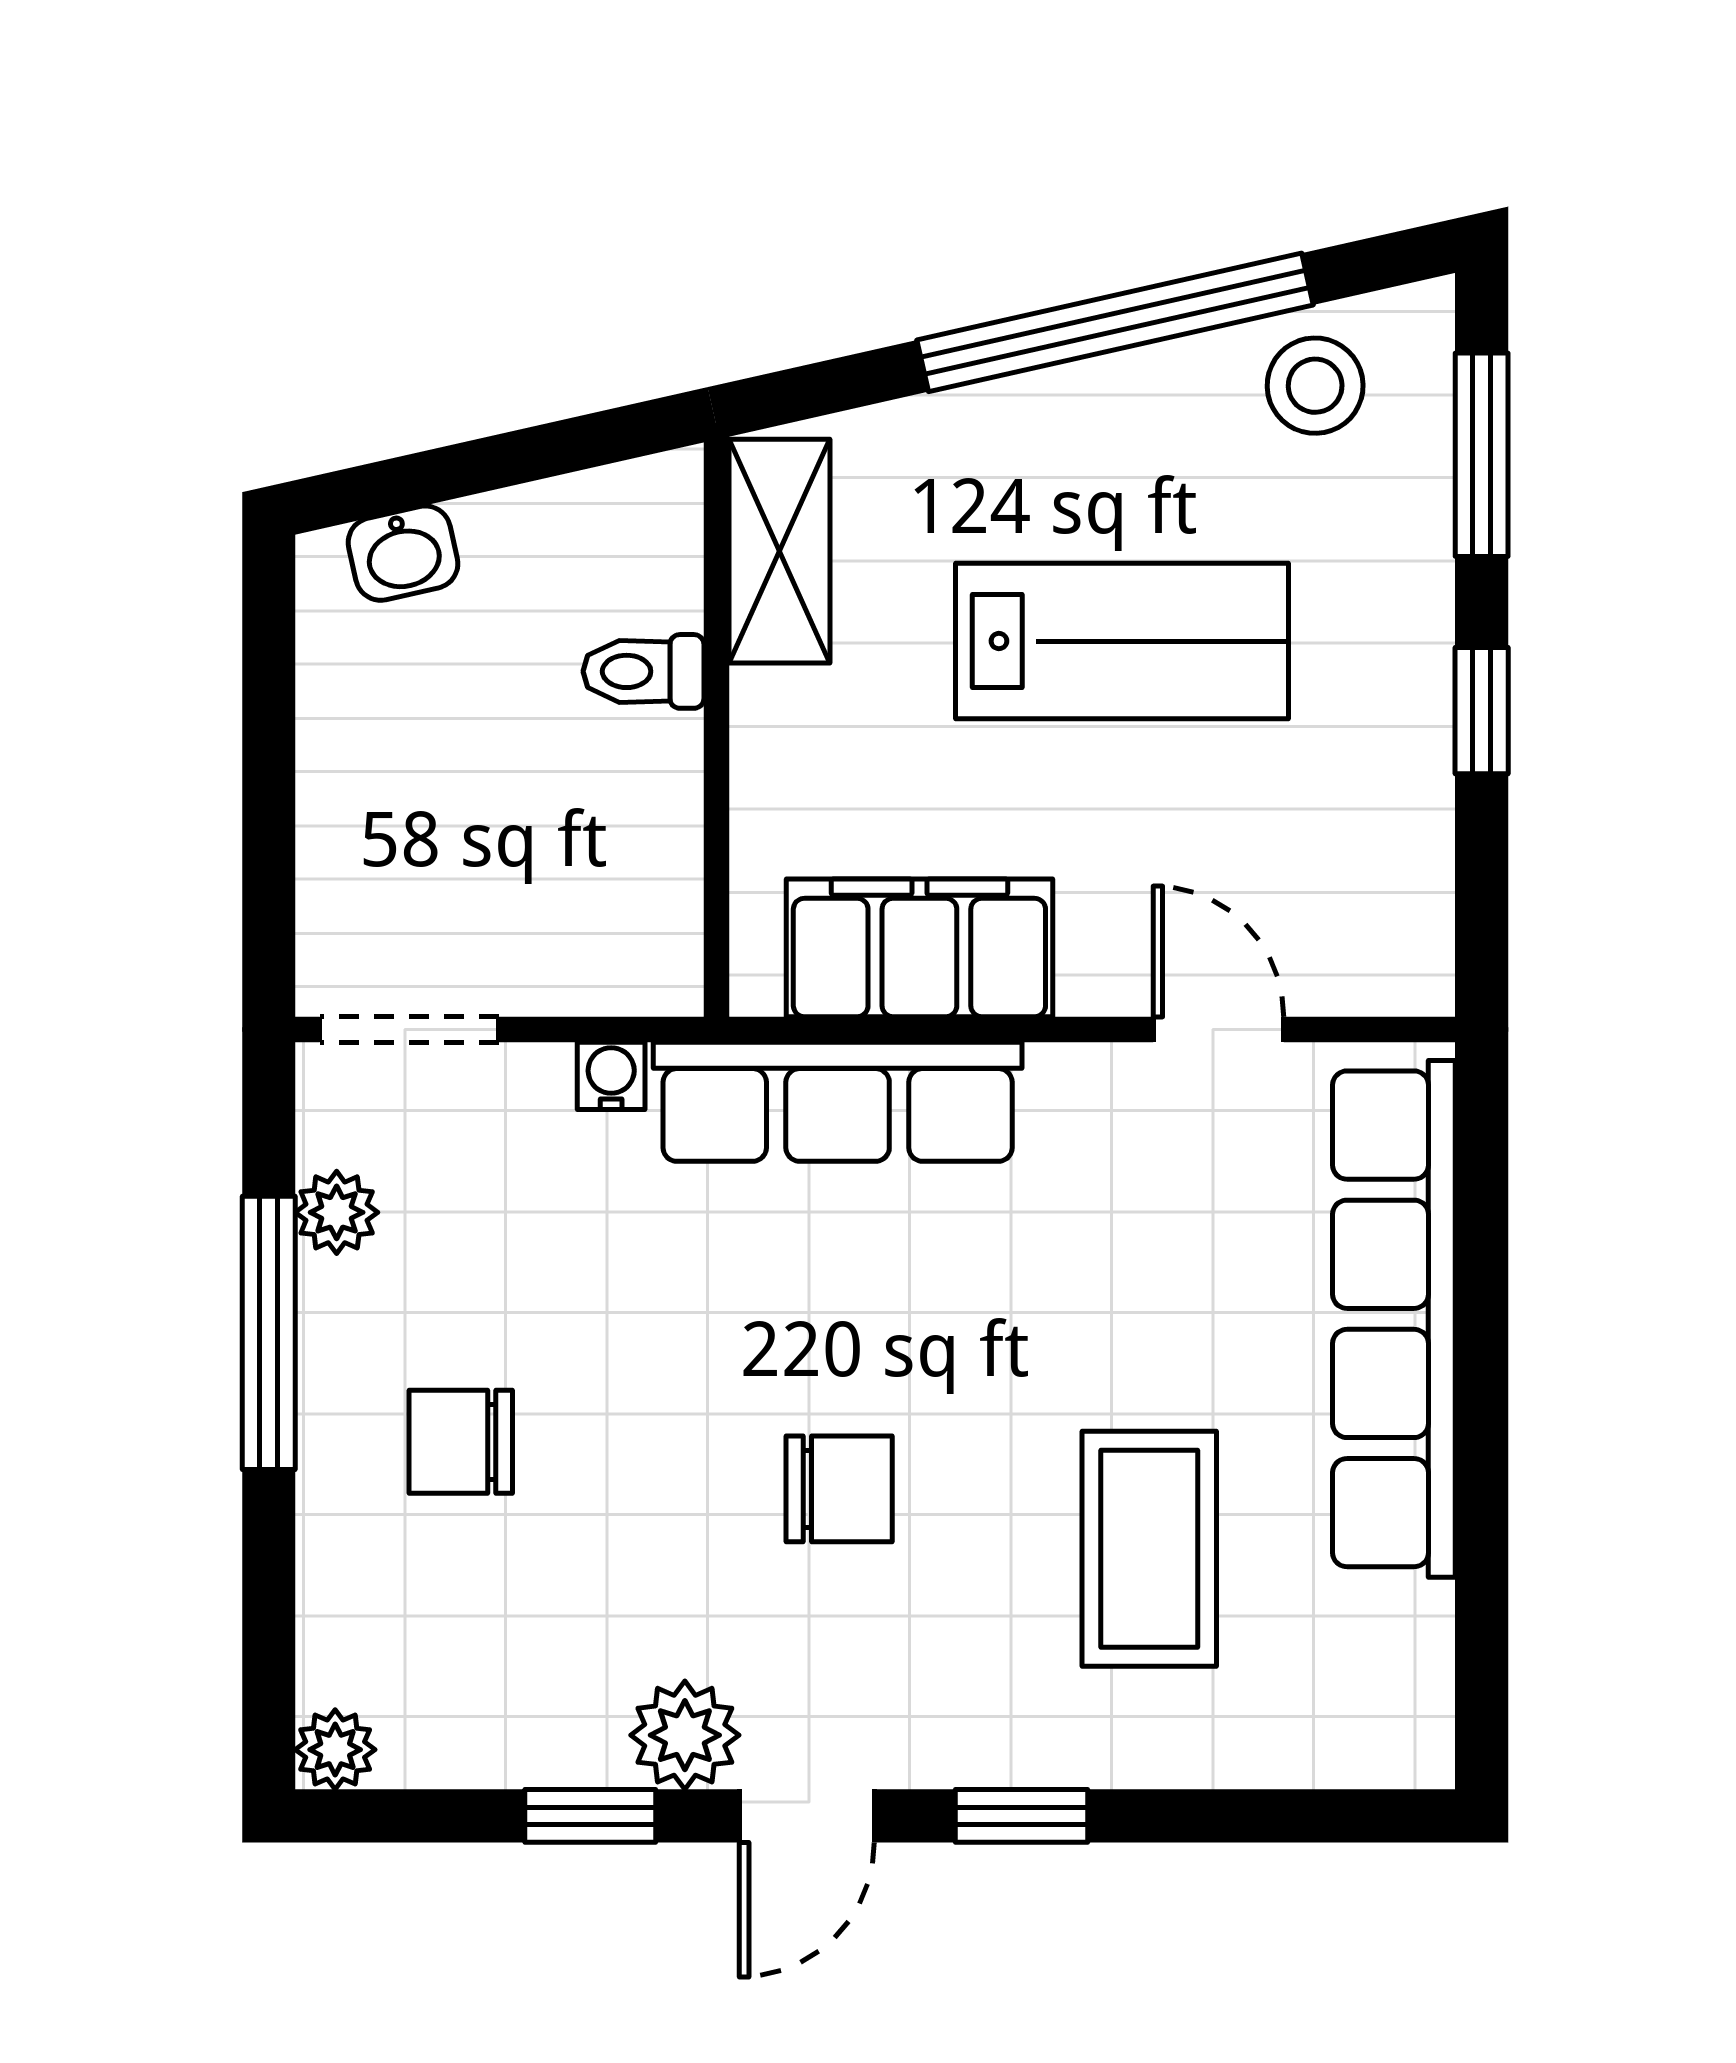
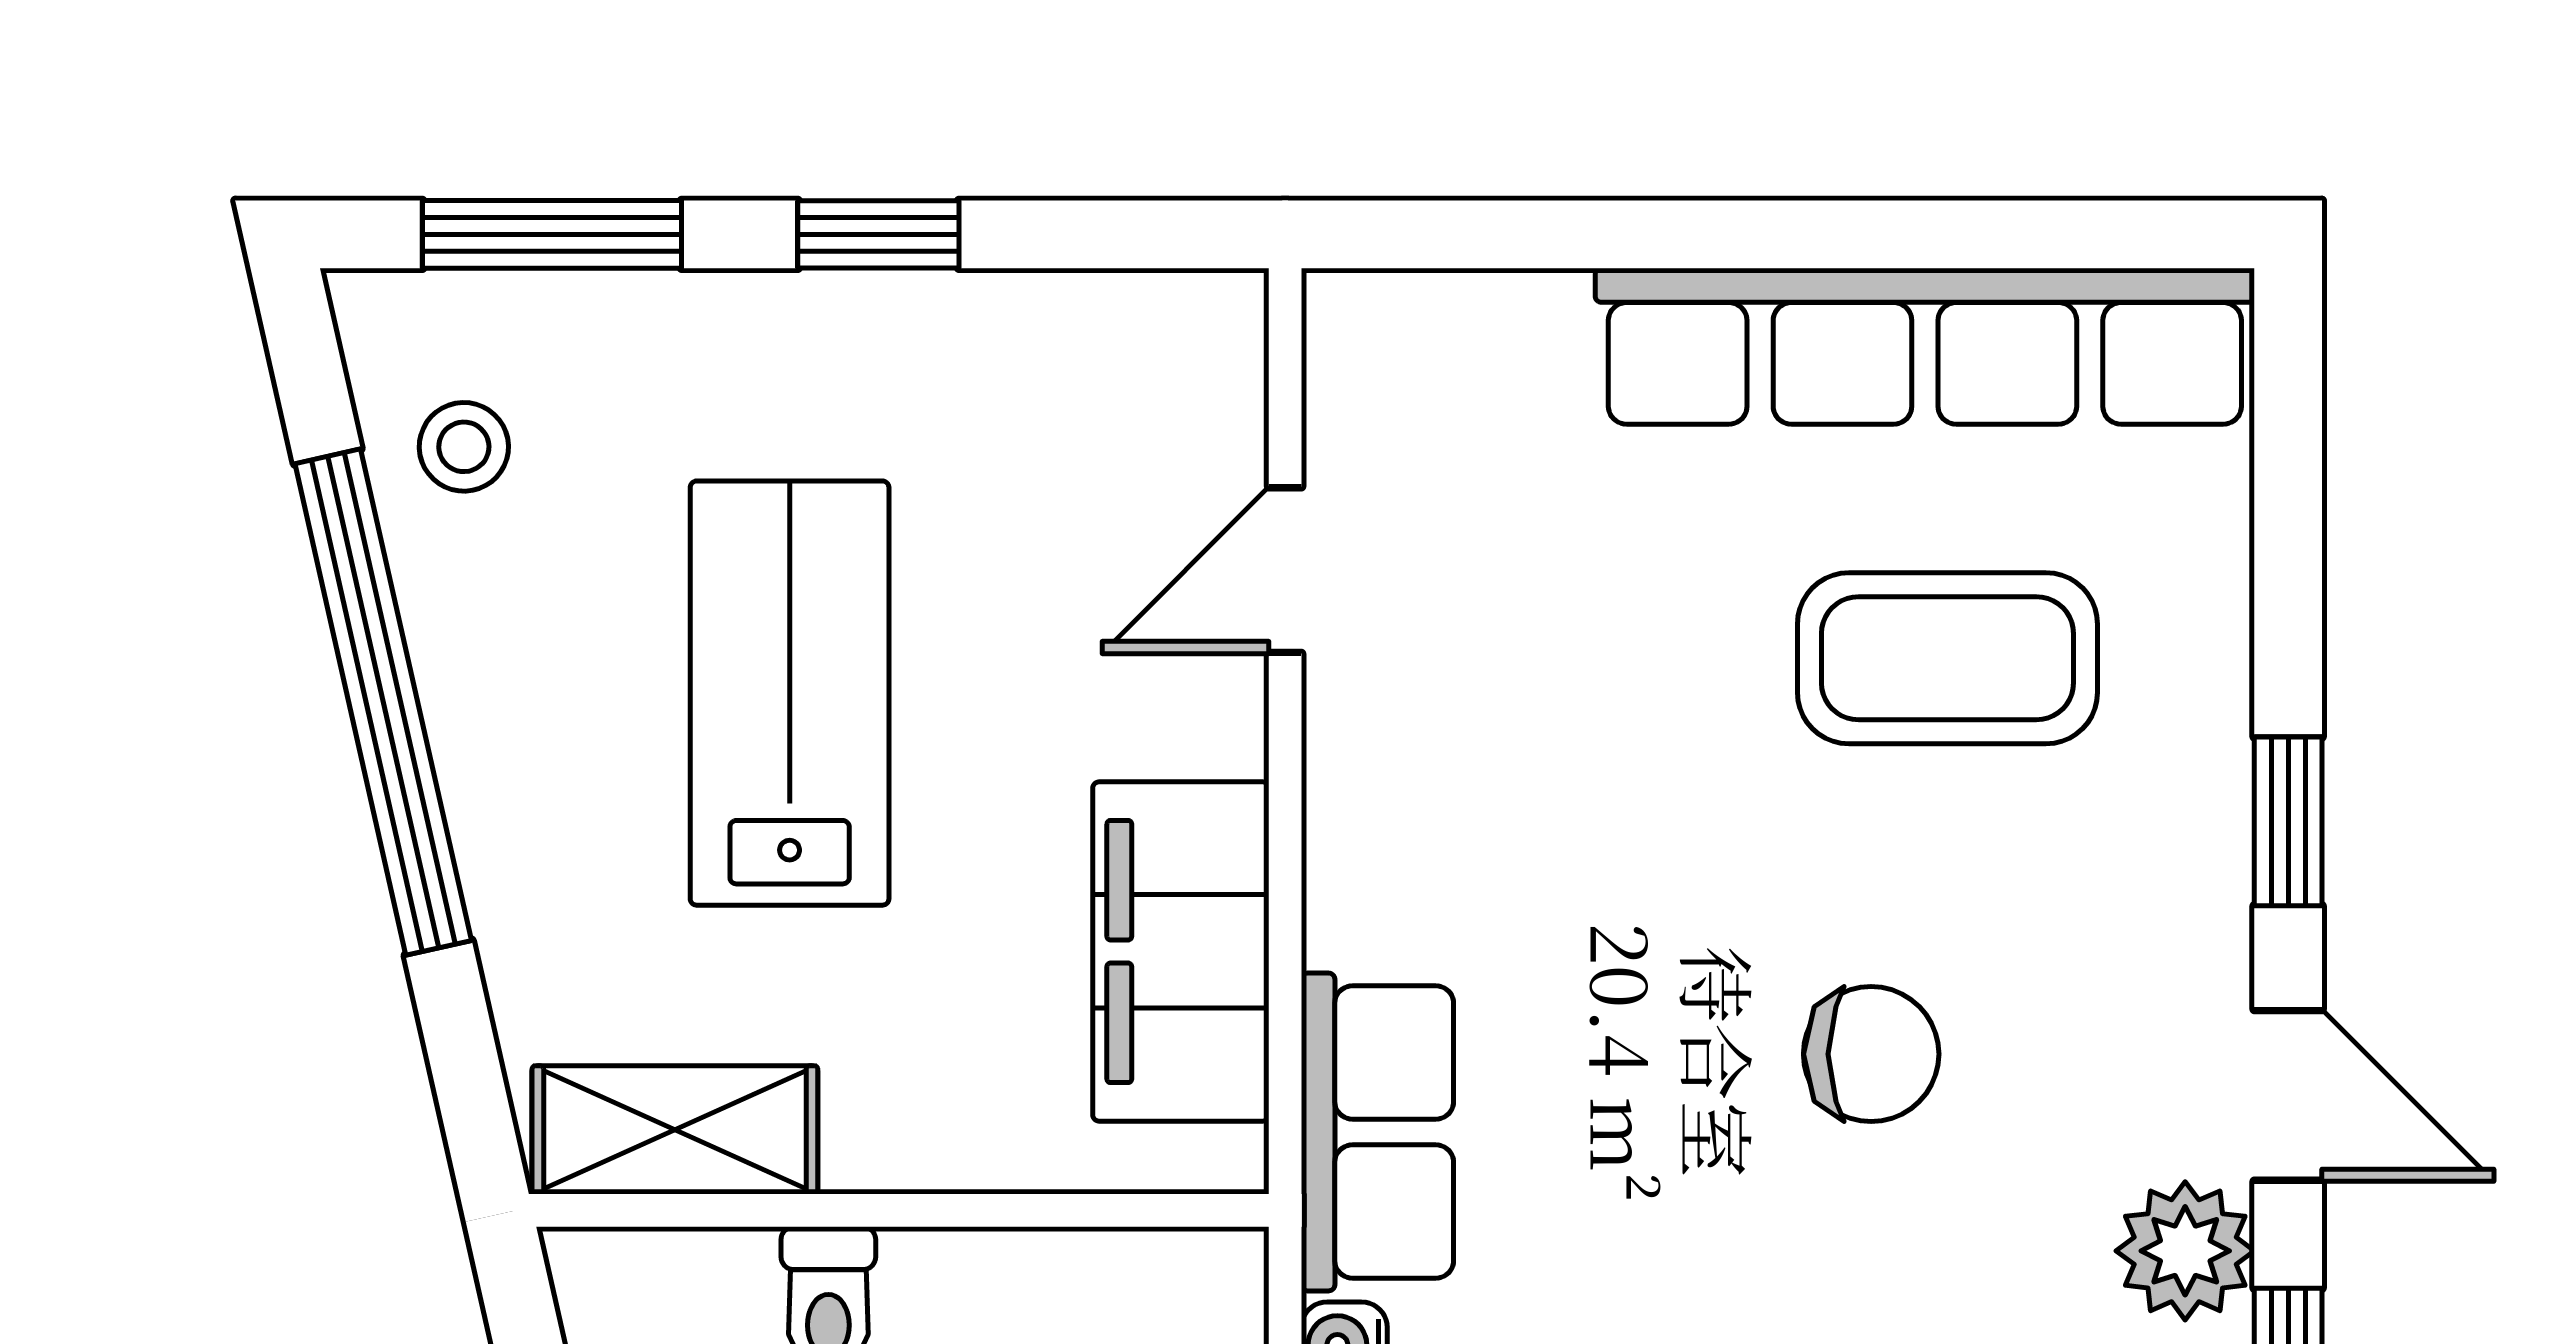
stool: (1315, 386) -> (464, 447), width x0.73, depth x0.73
row of seats: (838, 1102) -> (1377, 1132), width x0.68
row of seats: (1394, 1319) -> (1925, 346), moved
chair: (839, 1489) -> (1871, 1054), turned 90

